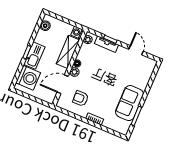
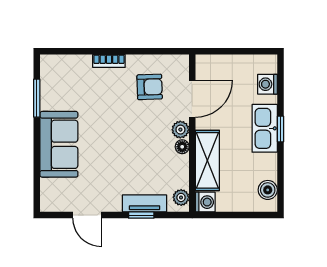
washing machine: (28, 78) -> (267, 84), width x0.53, depth x0.53
sofa: (129, 103) -> (59, 144), moved

